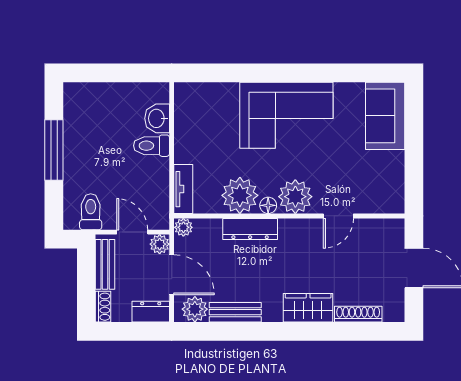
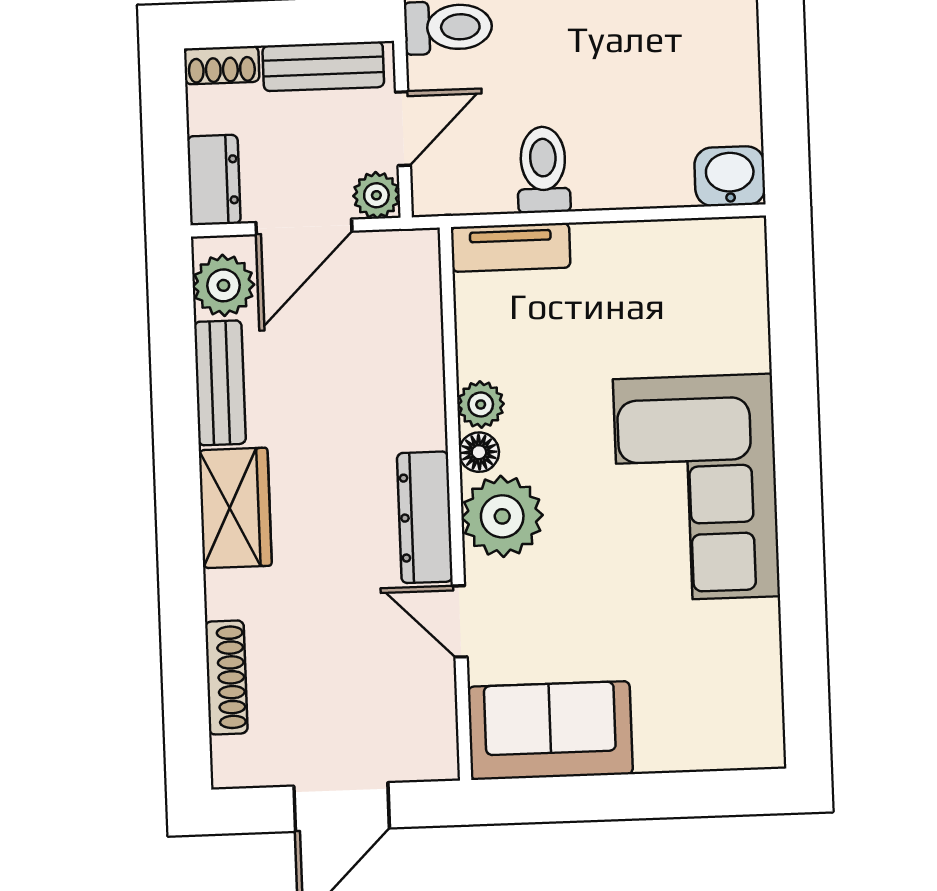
sofa: (385, 116) -> (550, 730), moved
washbasin: (157, 118) -> (730, 176), moved
toilet: (151, 146) -> (543, 170), moved
plant: (240, 195) -> (481, 404), width x0.53, depth x0.53
plant: (183, 227) -> (419, 251), removed
dresser: (250, 229) -> (425, 517), moved
wardrobe: (308, 308) -> (235, 508), moved

